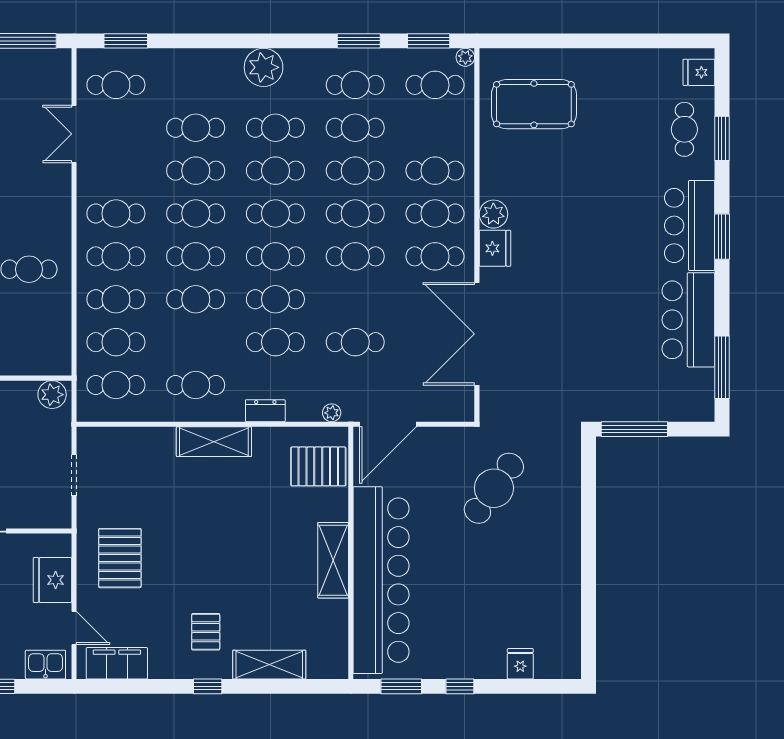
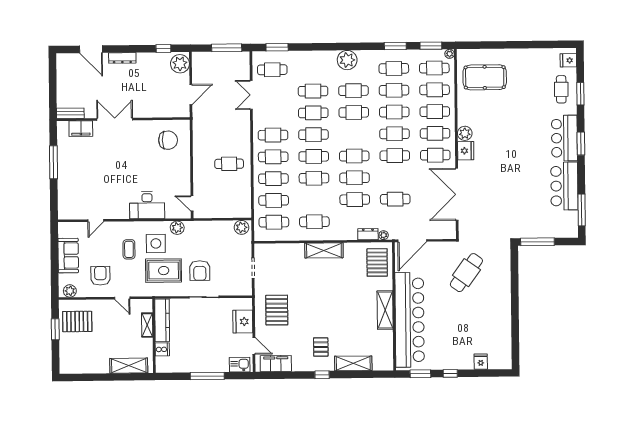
cafe table: (275, 214) -> (435, 90), moved
dresser: (265, 411) -> (368, 234), moved
pallet: (318, 466) -> (377, 262), turned 90

